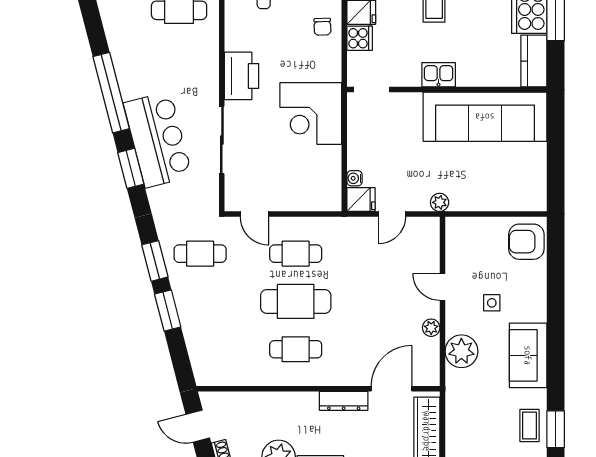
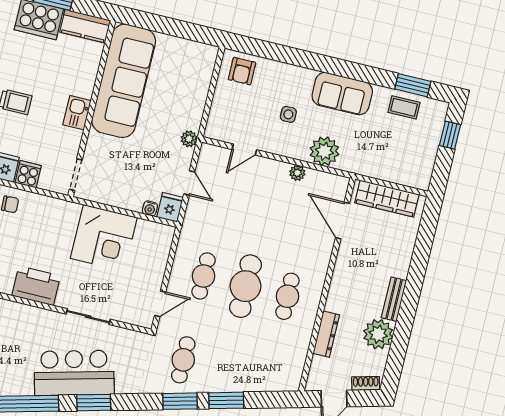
corner desk: (311, 113) -> (104, 238), moved
sliding door: (222, 140) -> (88, 317), width x0.73
armchair: (526, 242) -> (242, 71), width x0.72, depth x0.72
door: (442, 287) -> (244, 150), moved
dresser: (344, 401) -> (326, 334), moved

